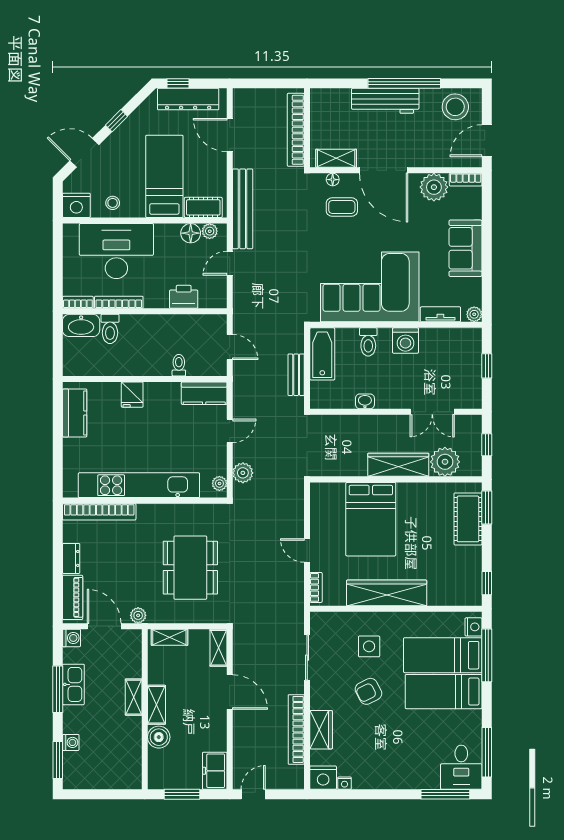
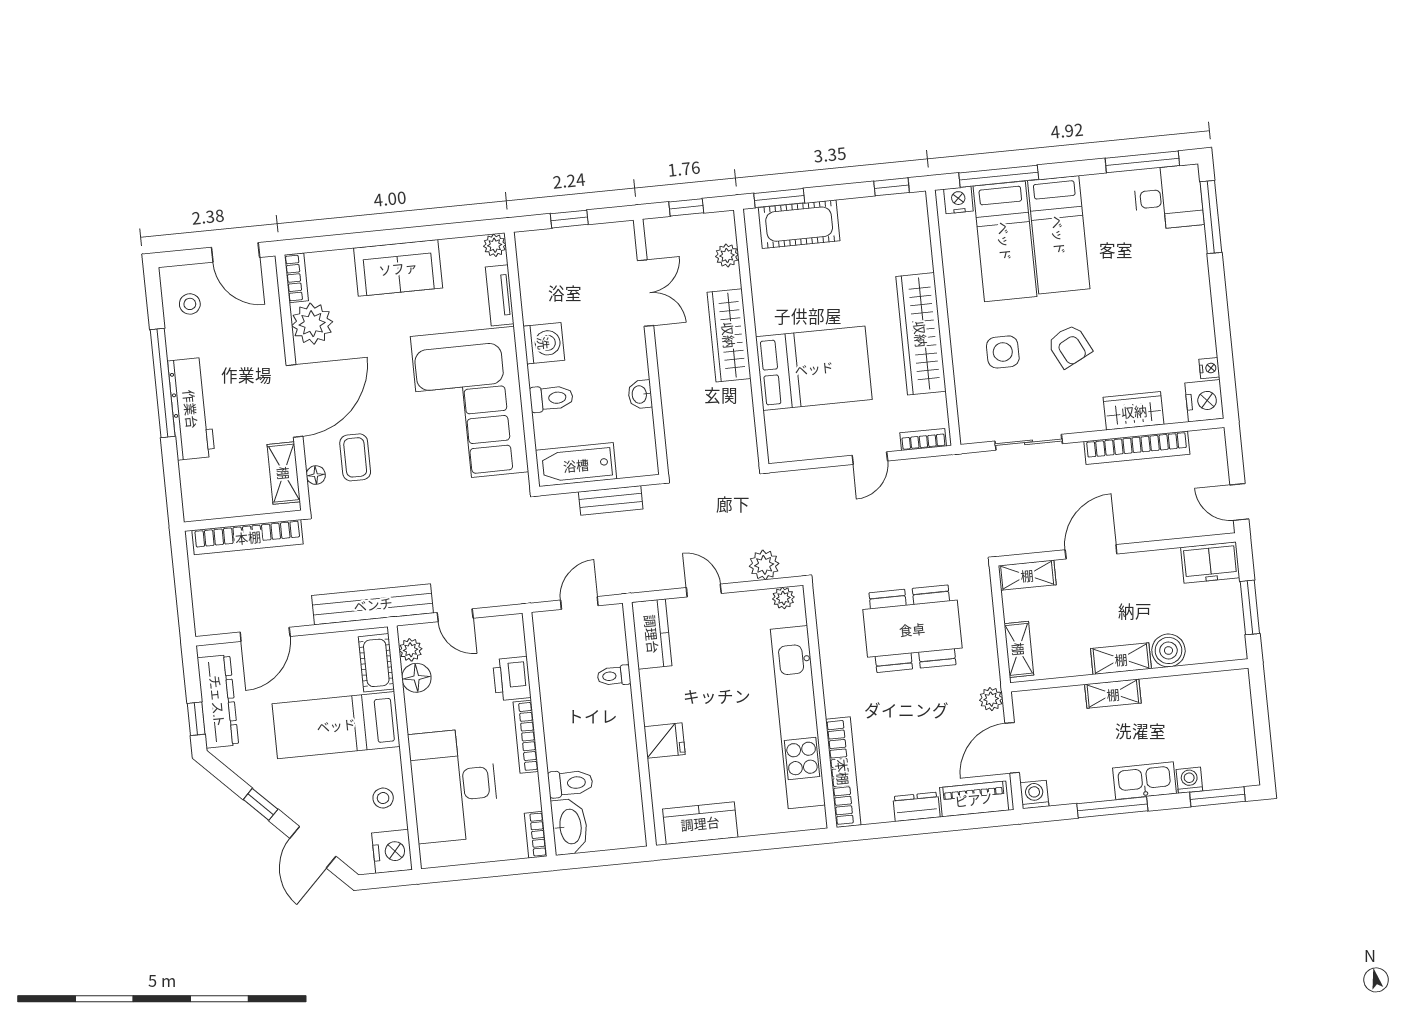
stool: (455, 107) -> (190, 304), width x0.53, depth x0.53
bookcase: (119, 302) -> (526, 737), moved
plant: (445, 462) -> (727, 256), width x0.53, depth x0.53
kitchen sink: (73, 684) -> (1144, 781), moved

